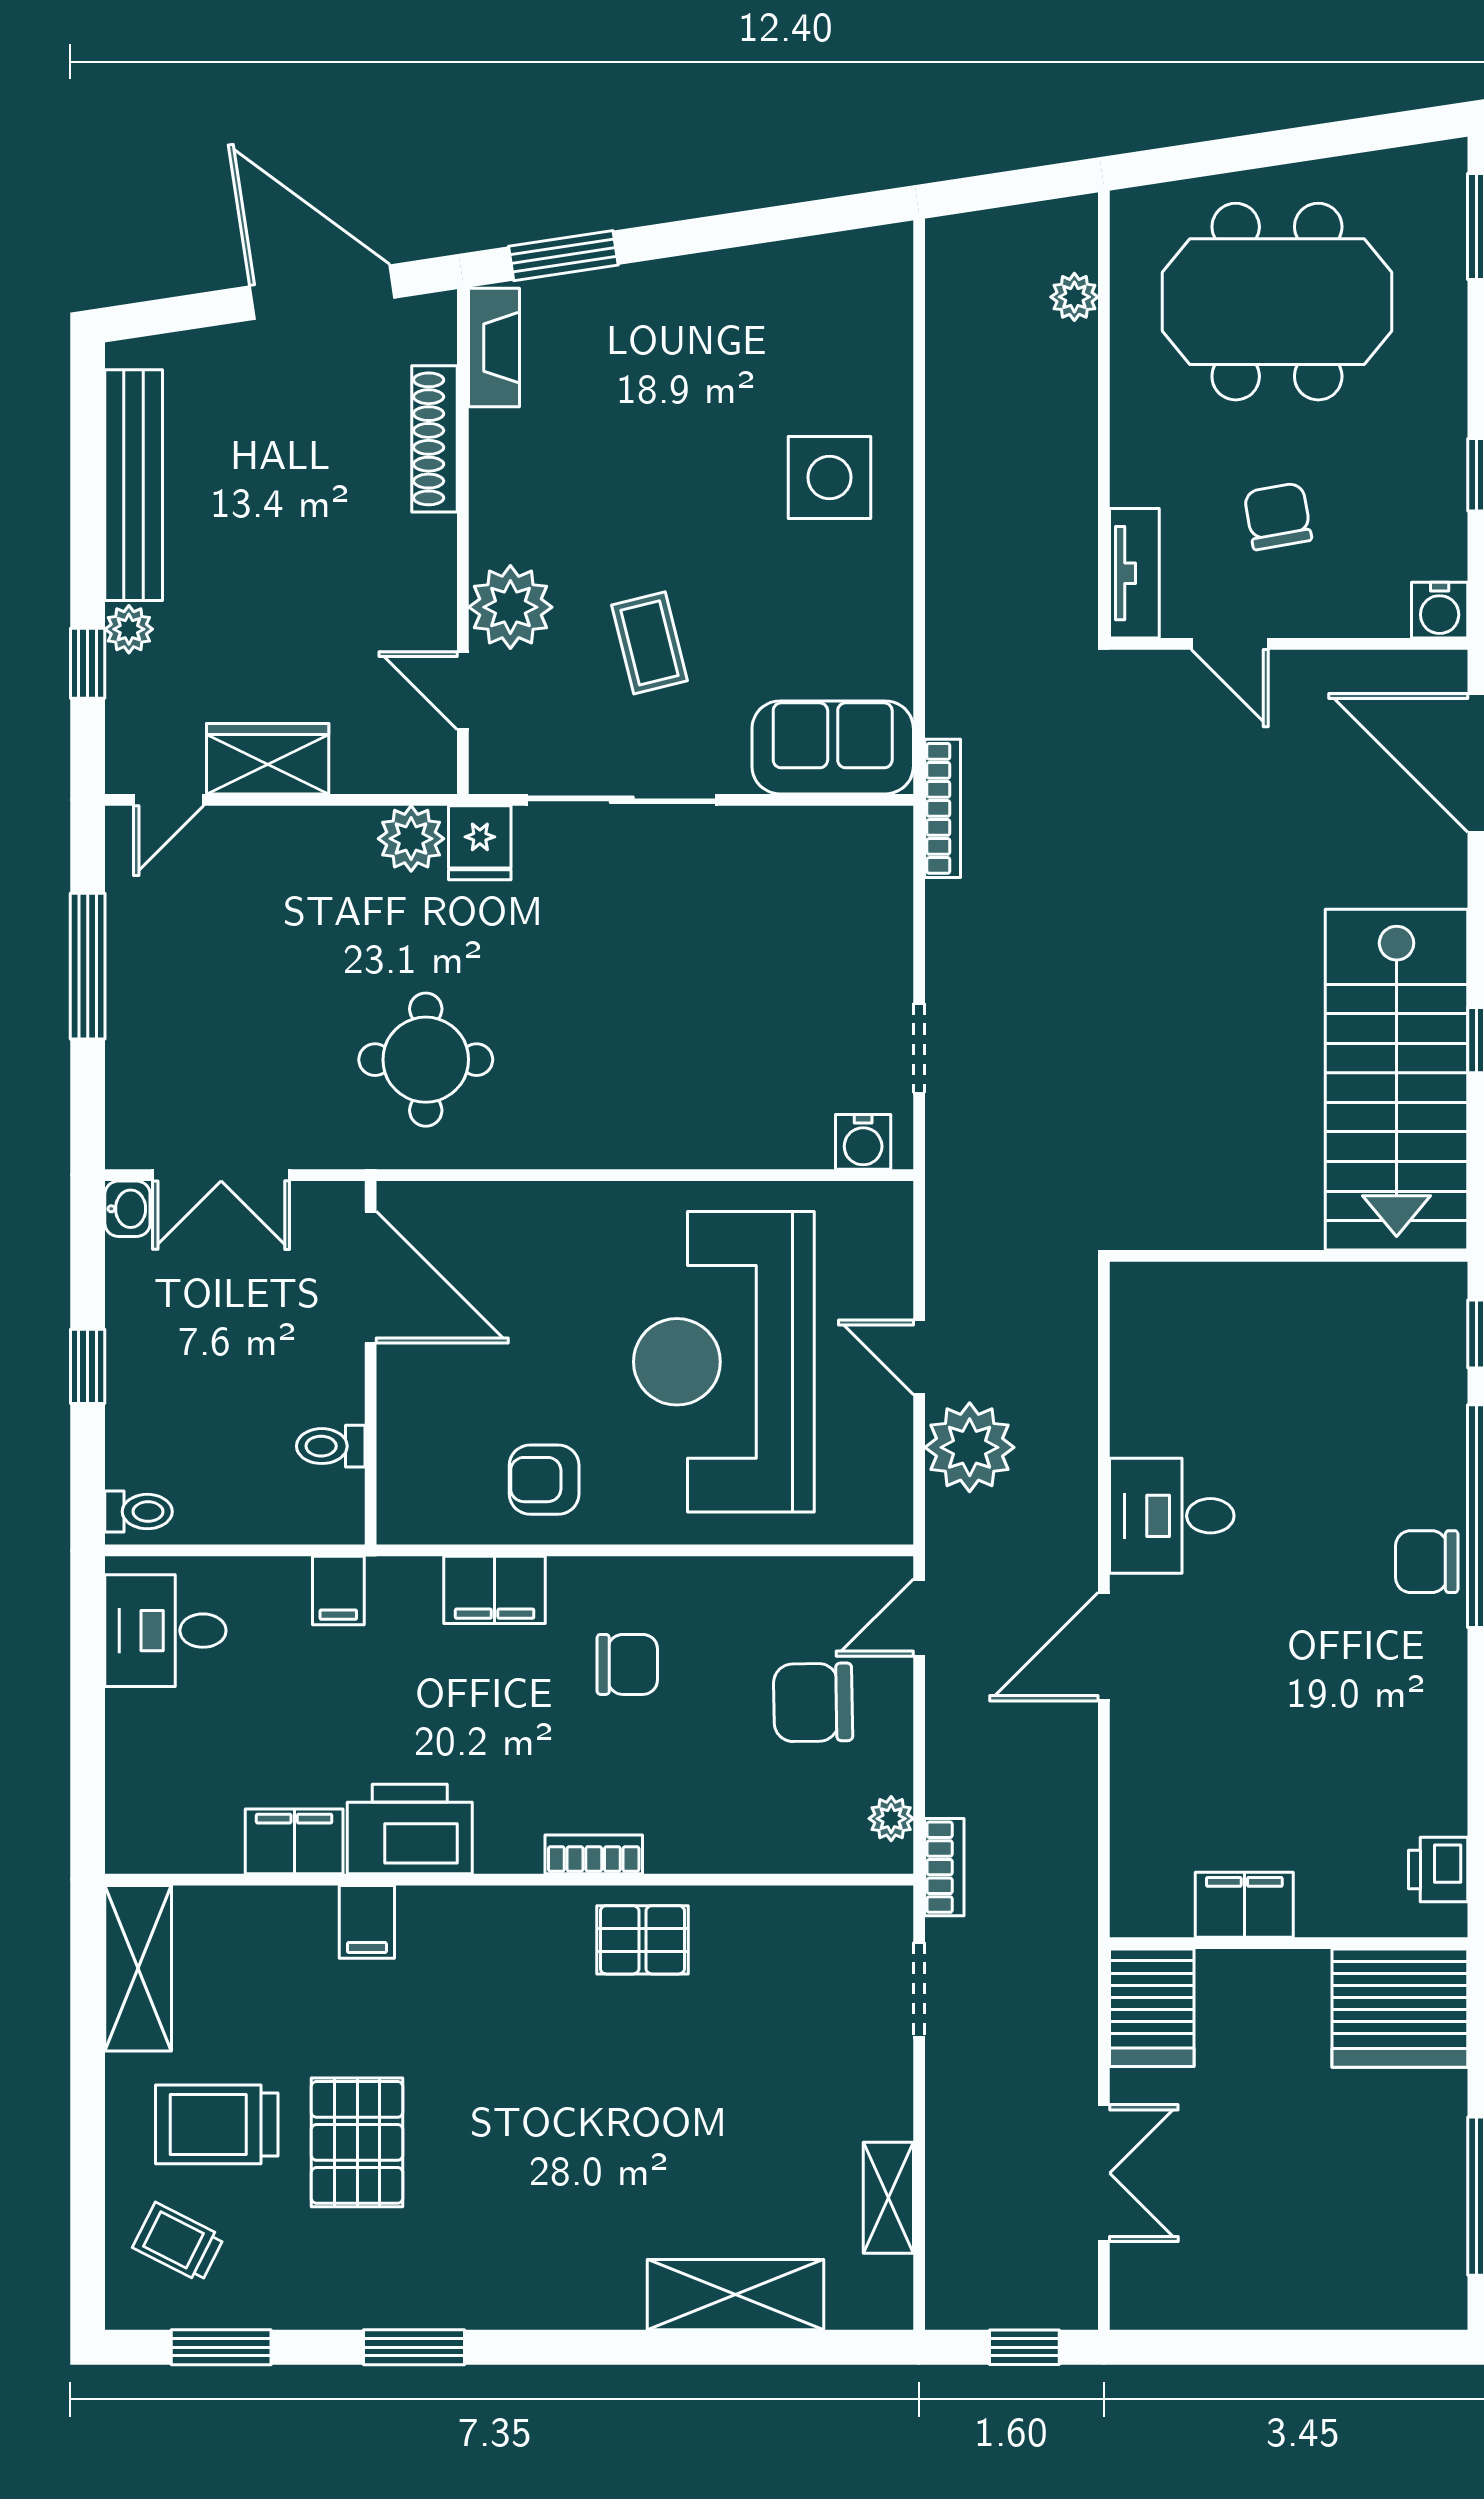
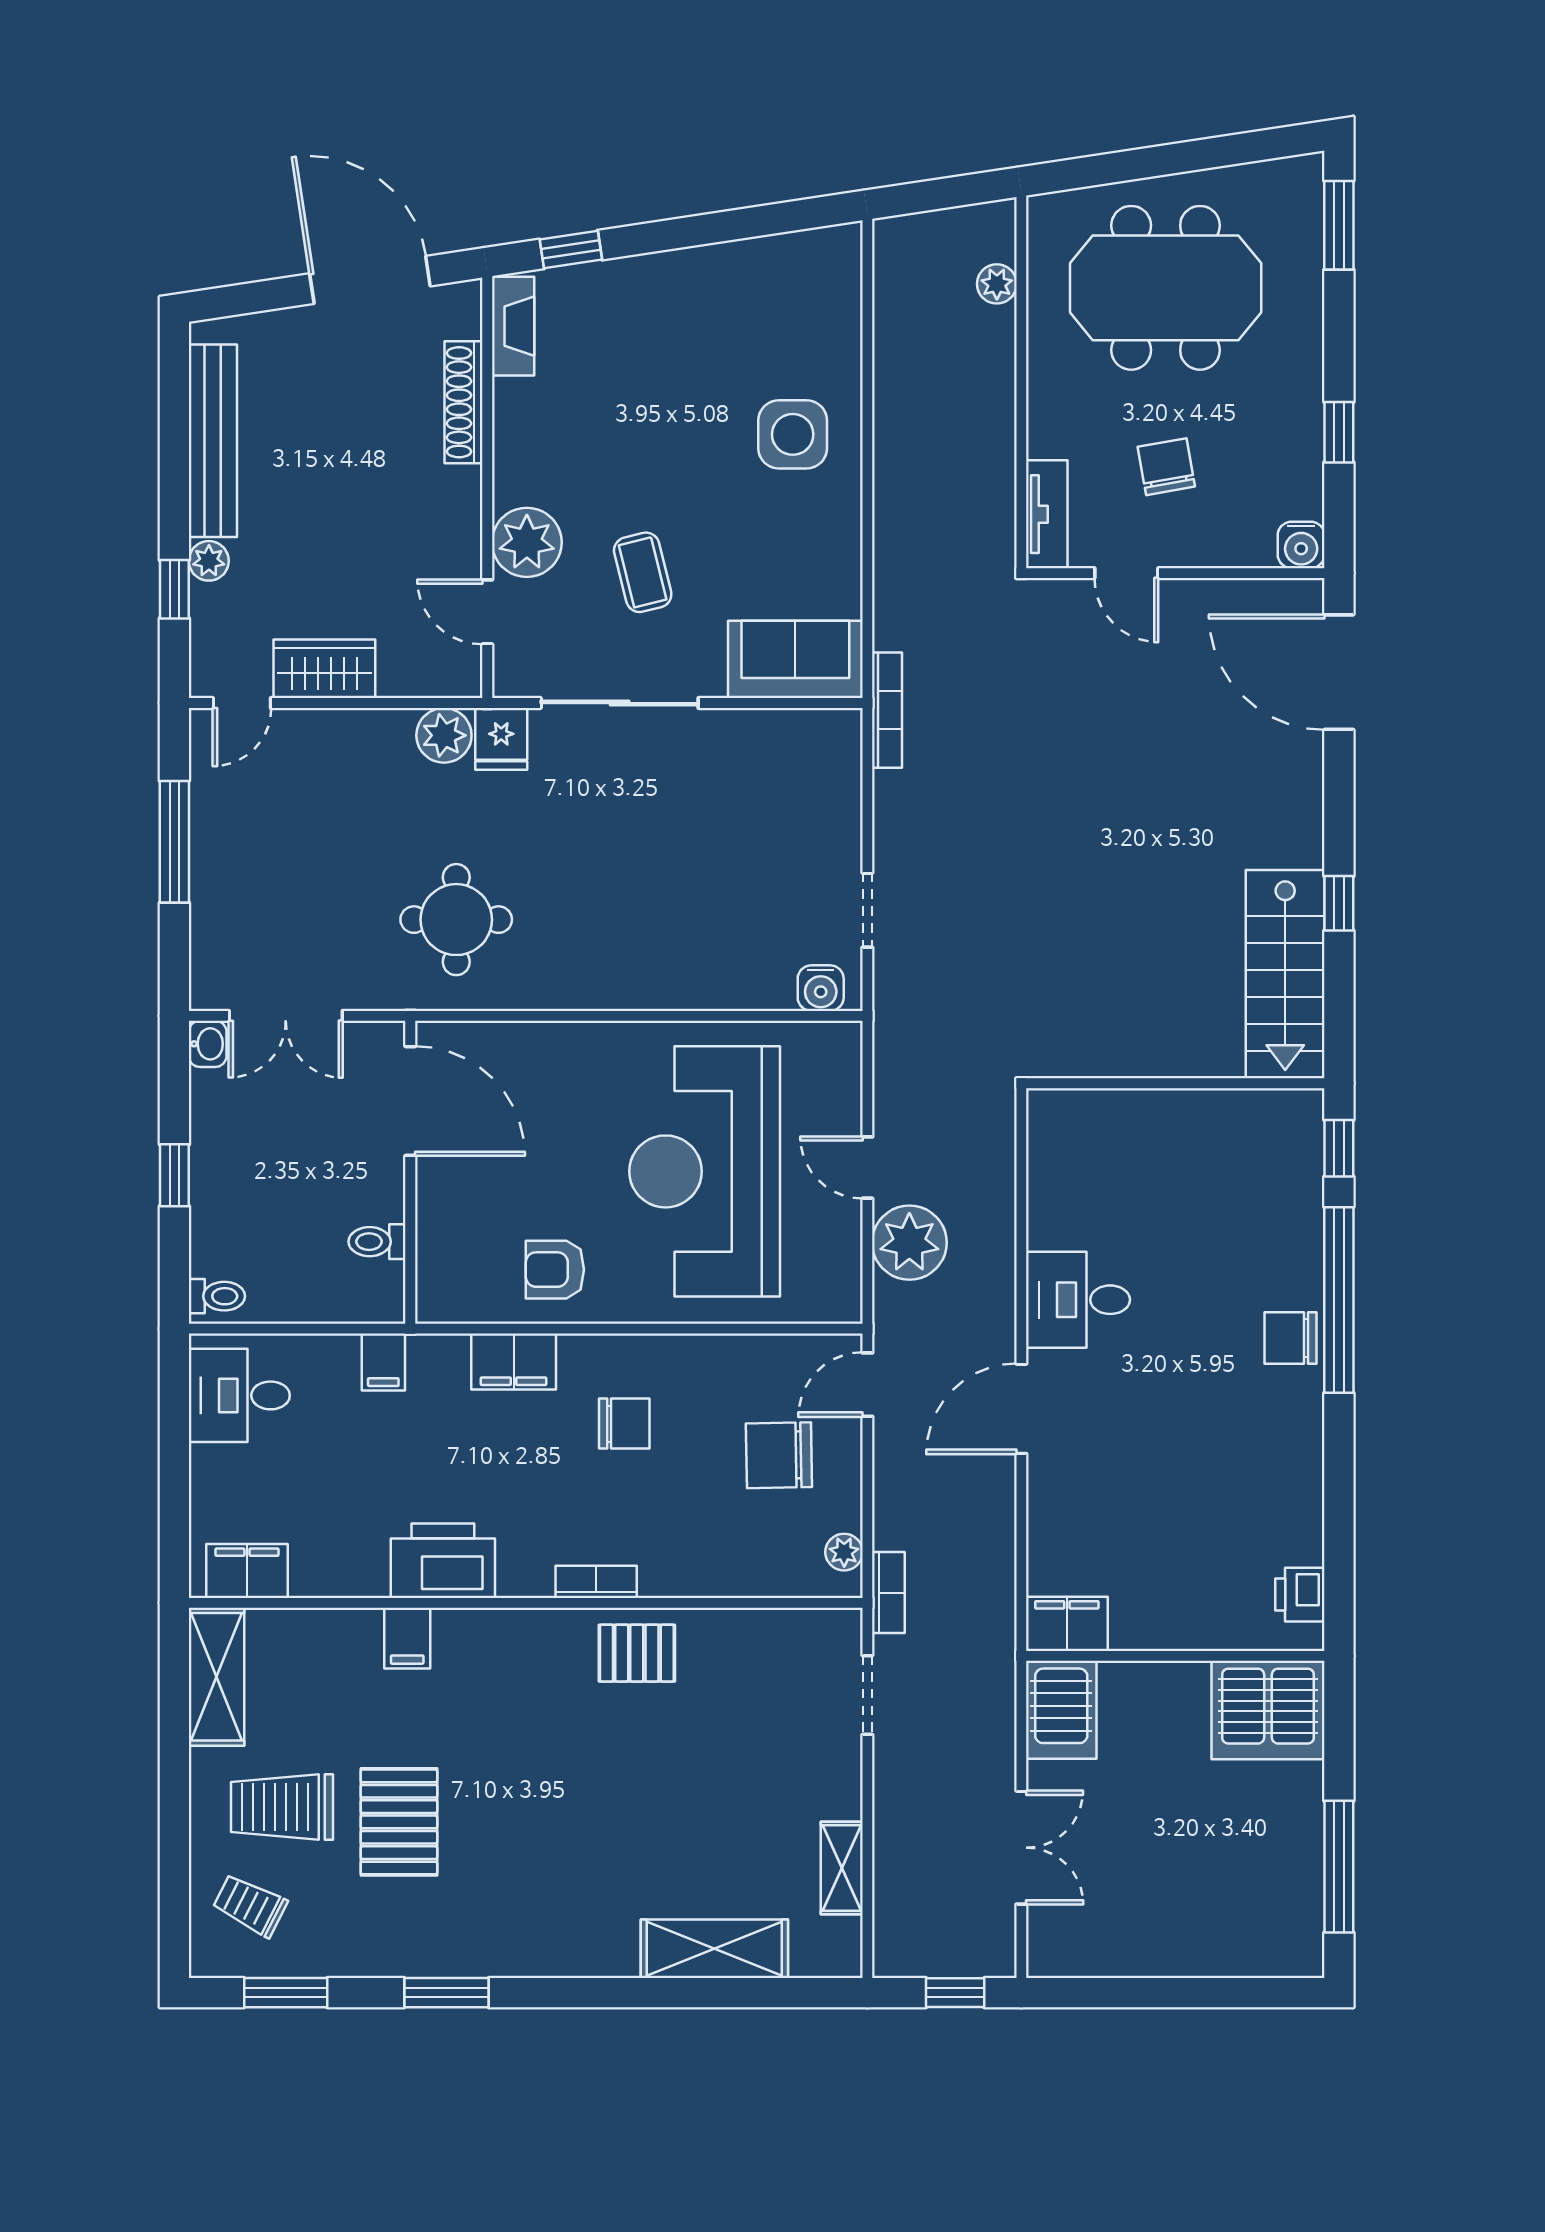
window: (563, 256) -> (571, 250), width x0.67
stairs: (1397, 1080) -> (1285, 974), width x0.73, depth x0.66
filing cabinet: (294, 1841) -> (247, 1571), moved
filing cabinet: (1244, 1905) -> (1067, 1624), moved

